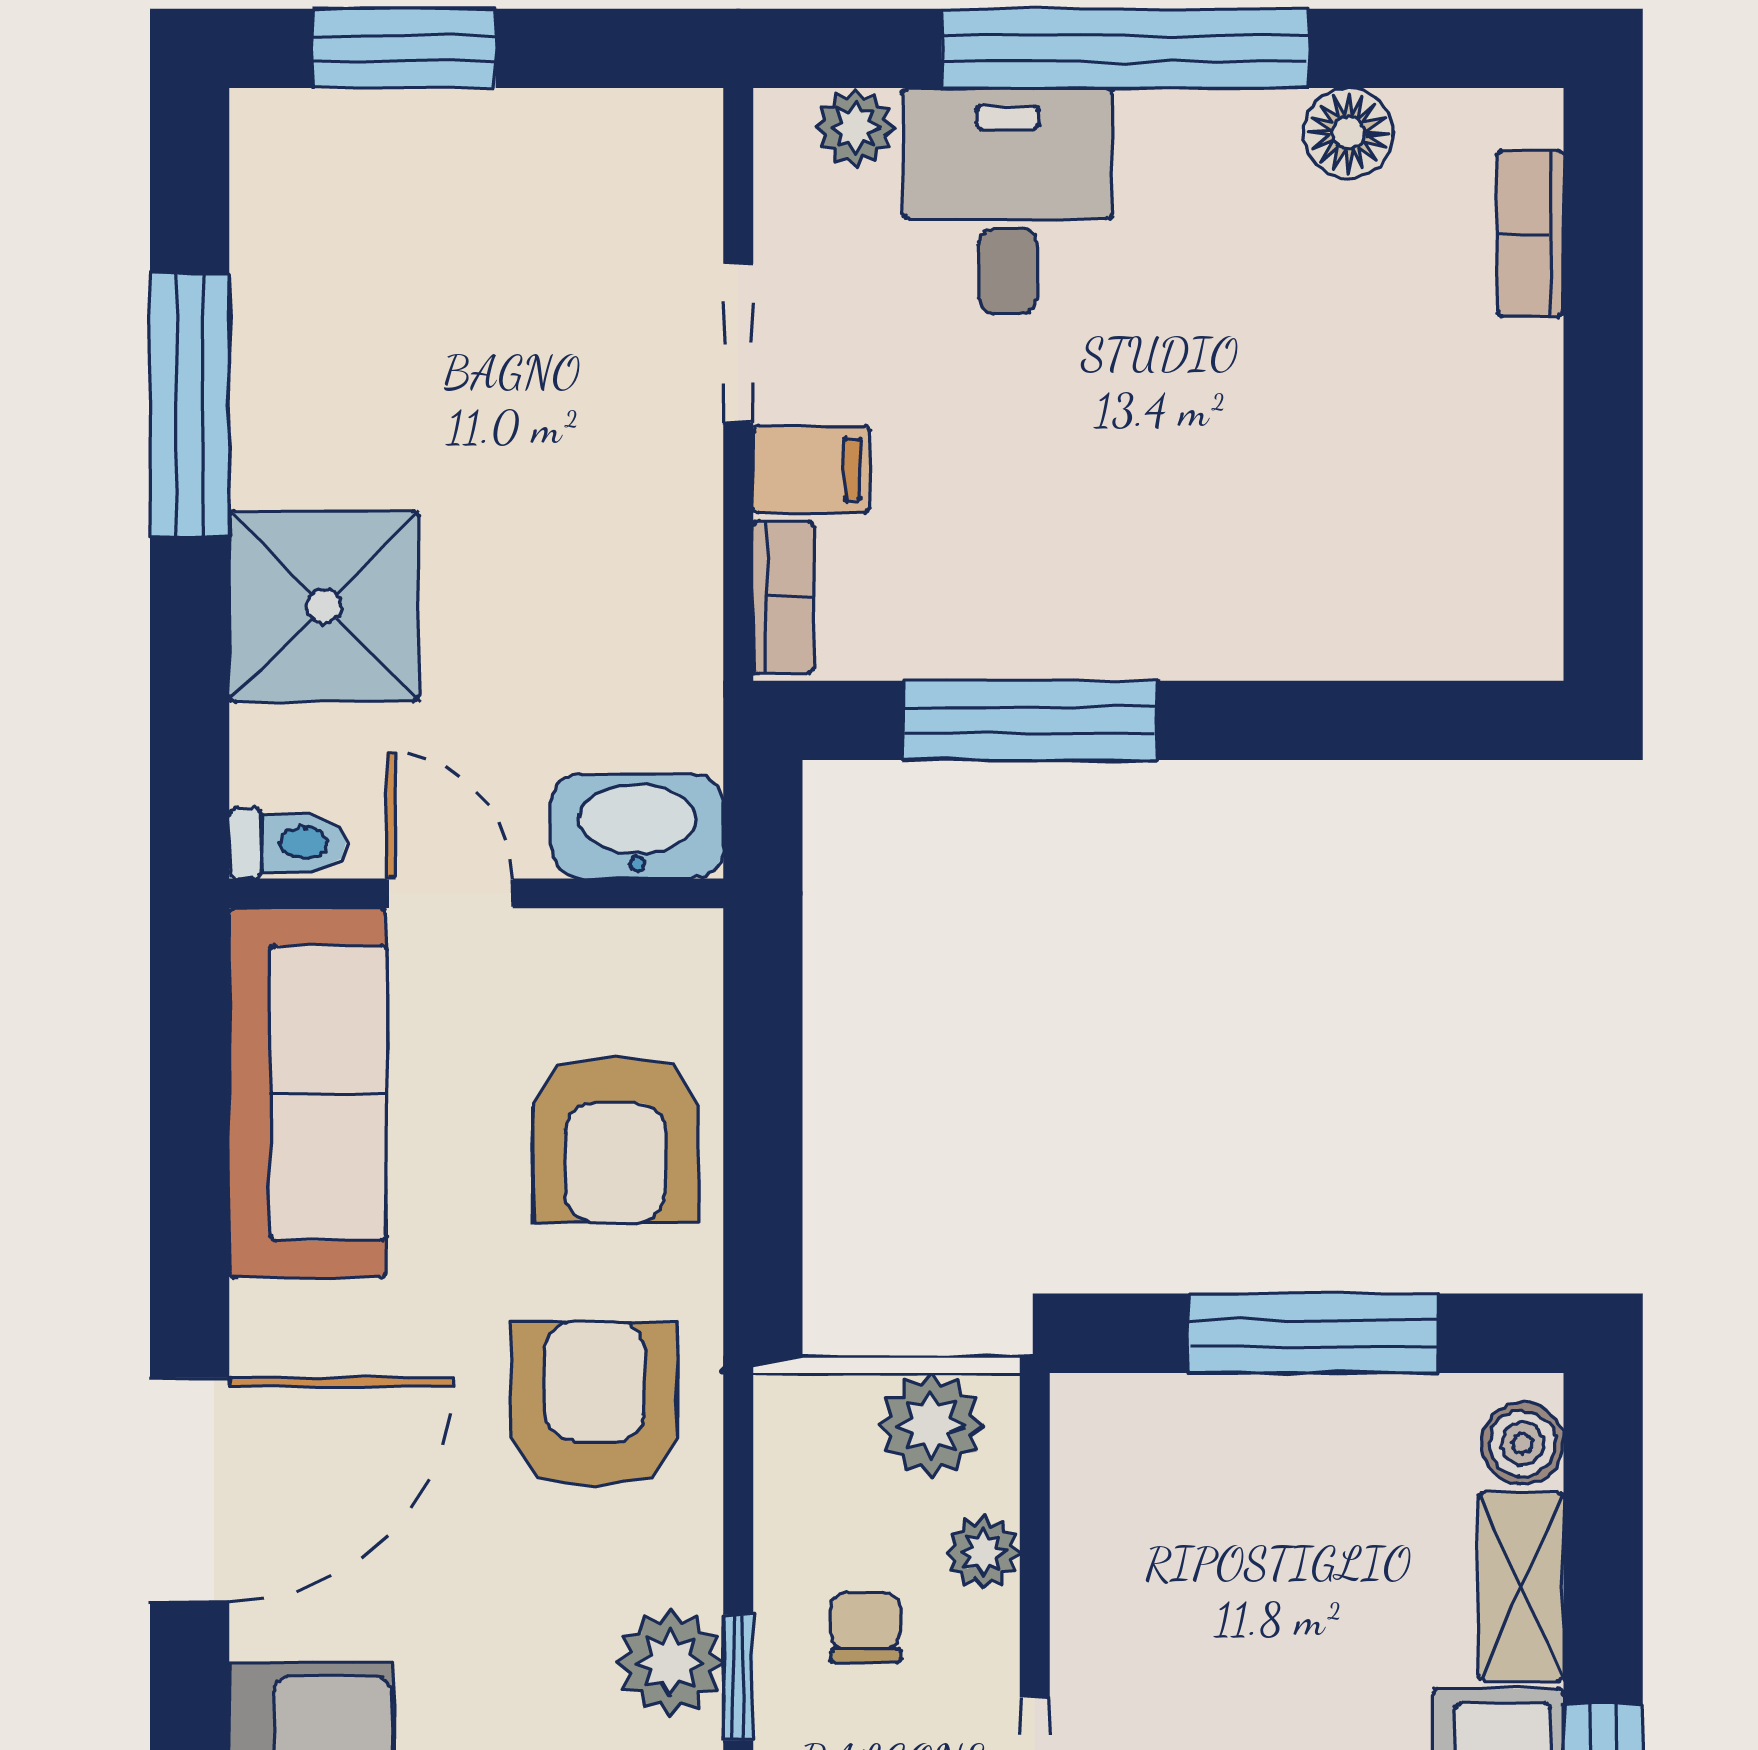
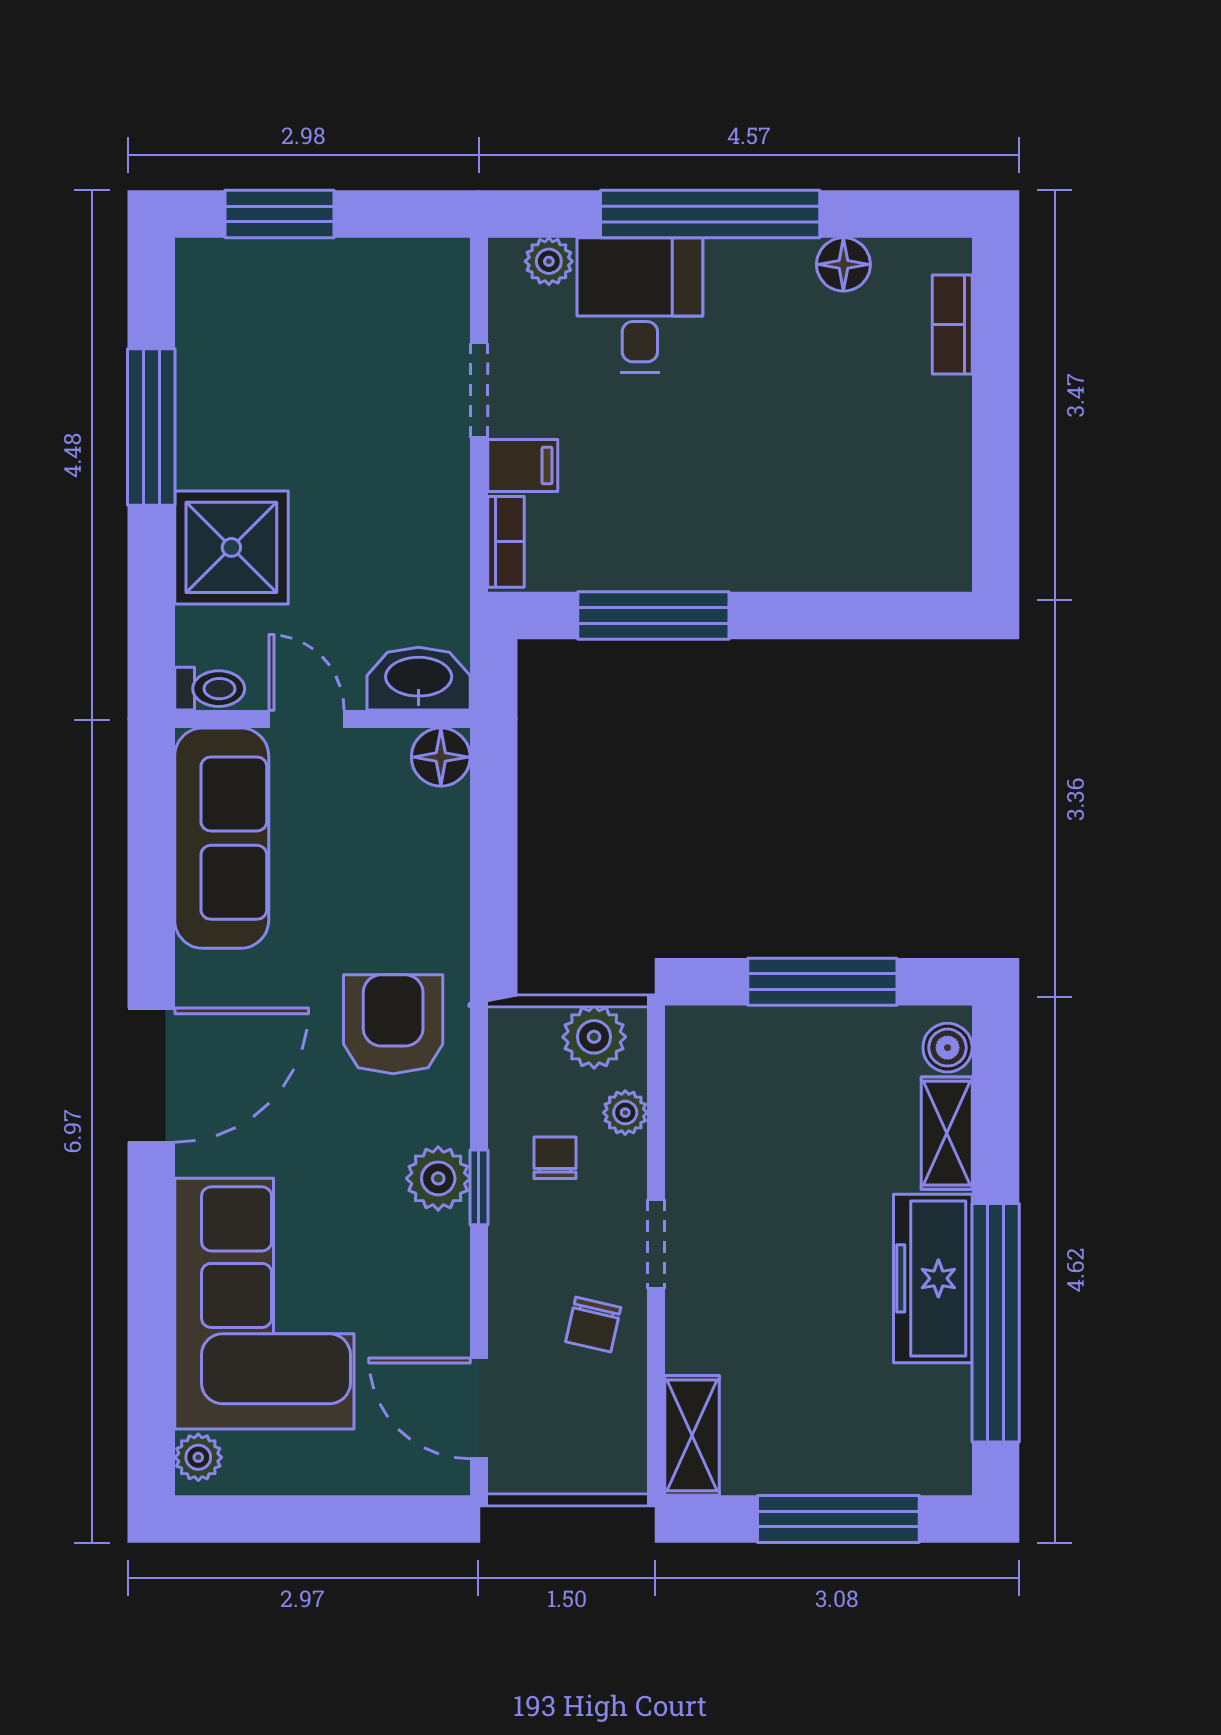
floor lamp: (674, 957) -> (441, 757), added
armchair: (615, 1139) -> (406, 866), removed

